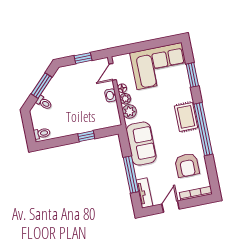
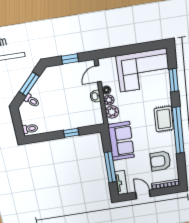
armchair: (187, 165) -> (160, 161), turned 90
door: (171, 207) -> (143, 194), hinge flipped

